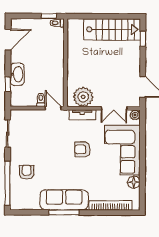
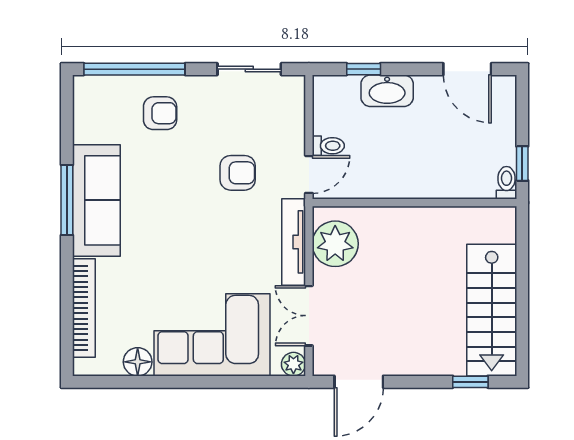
tv unit: (82, 115) -> (294, 242), width x1.41
armchair: (82, 149) -> (238, 173), moved, turned 90

